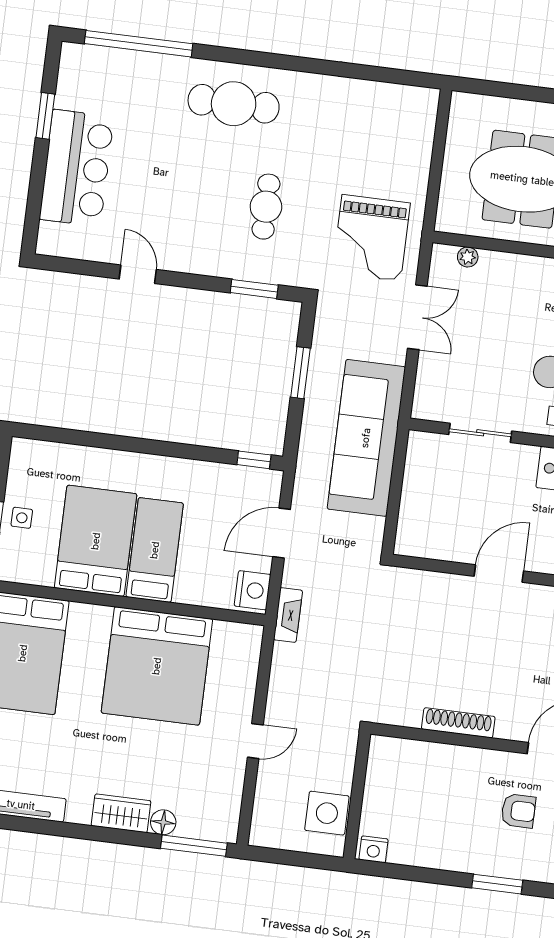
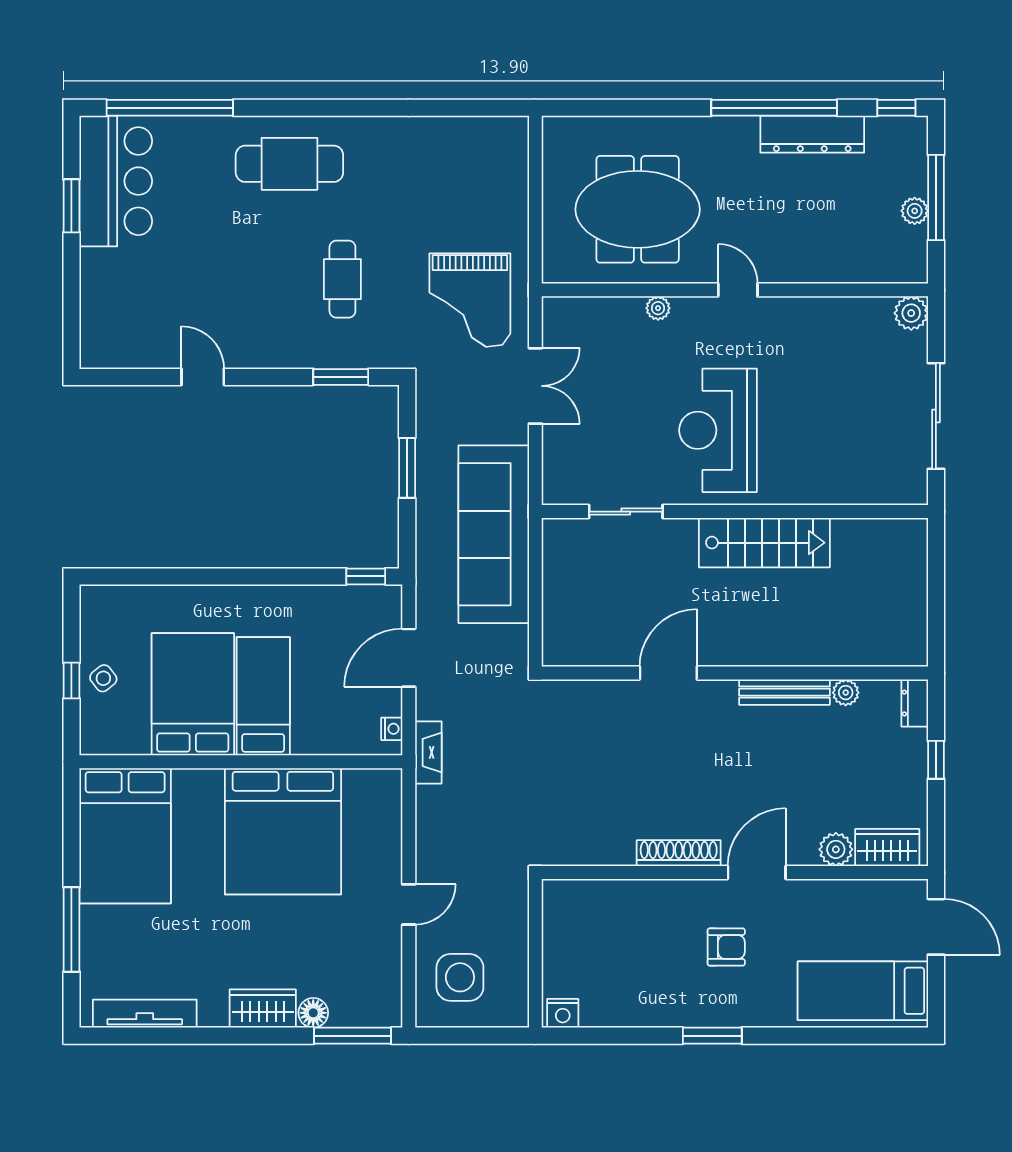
bar counter: (77, 168) -> (116, 181), moved
plant: (468, 257) -> (658, 308), moved
side table: (22, 518) -> (103, 678), turned -38
nightstand: (253, 590) -> (392, 729), width x0.53, depth x0.56
shoe rack: (458, 723) -> (679, 853), moved
side table: (327, 813) -> (460, 977), moved

